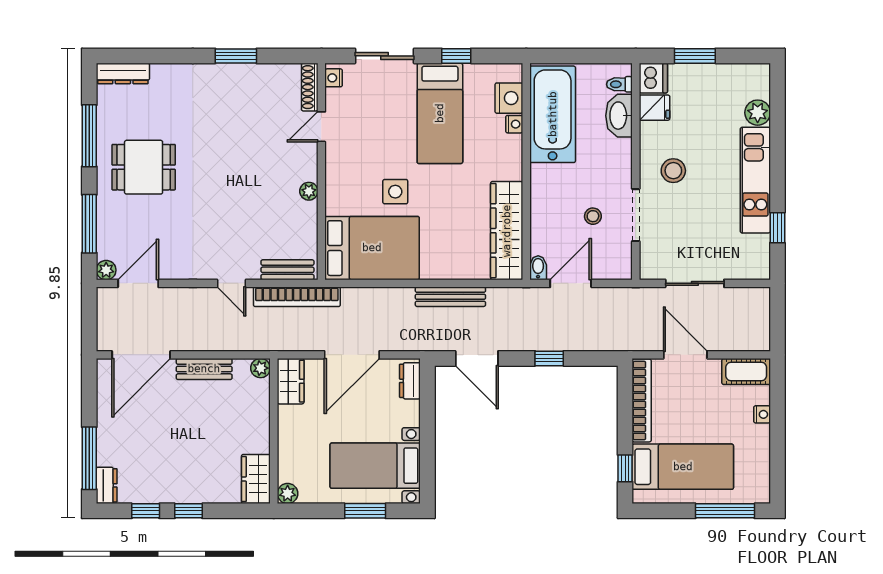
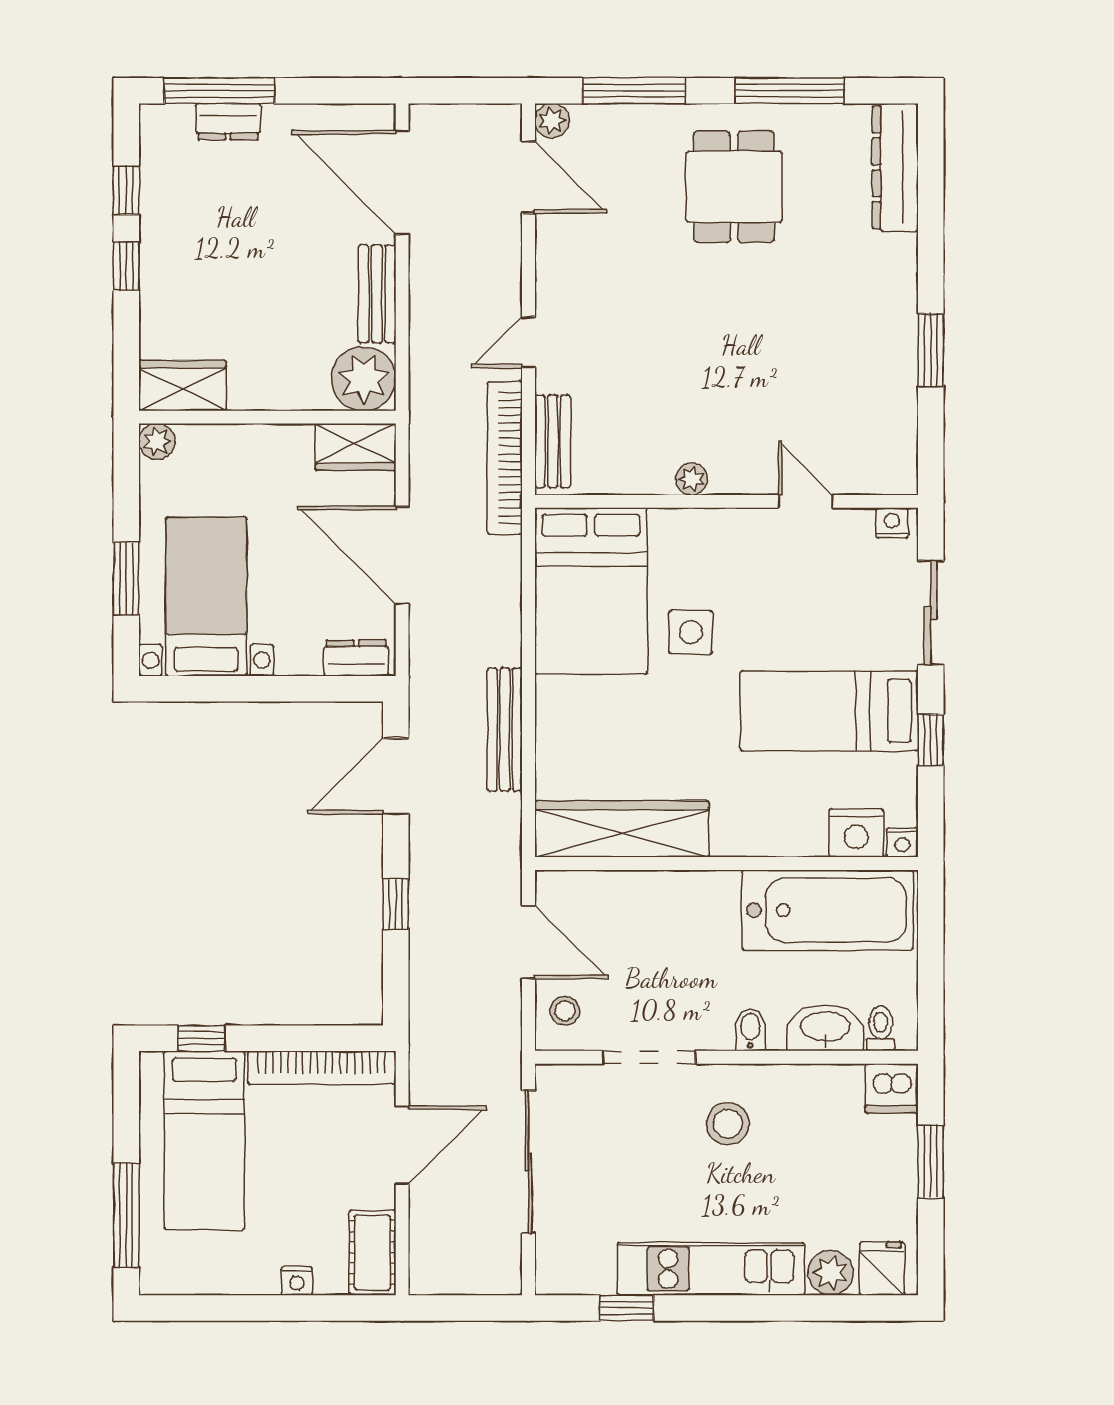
dresser: (123, 73) -> (895, 167), width x1.37, depth x1.24
shoe rack: (310, 87) -> (876, 481), removed
fridge: (654, 108) -> (882, 1268), moved, turned 180
nightstand: (514, 124) -> (902, 842), moved
stool: (593, 216) -> (565, 1011), moved
bidet: (538, 268) -> (750, 1030), moved, turned -90
sliding door: (695, 283) -> (528, 1162), width x1.37
plant: (261, 368) -> (364, 379), width x1.87, depth x1.87
dresser: (107, 485) -> (228, 122), moved

